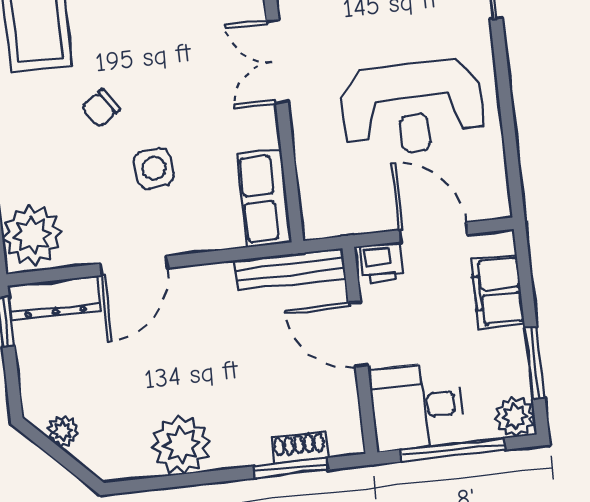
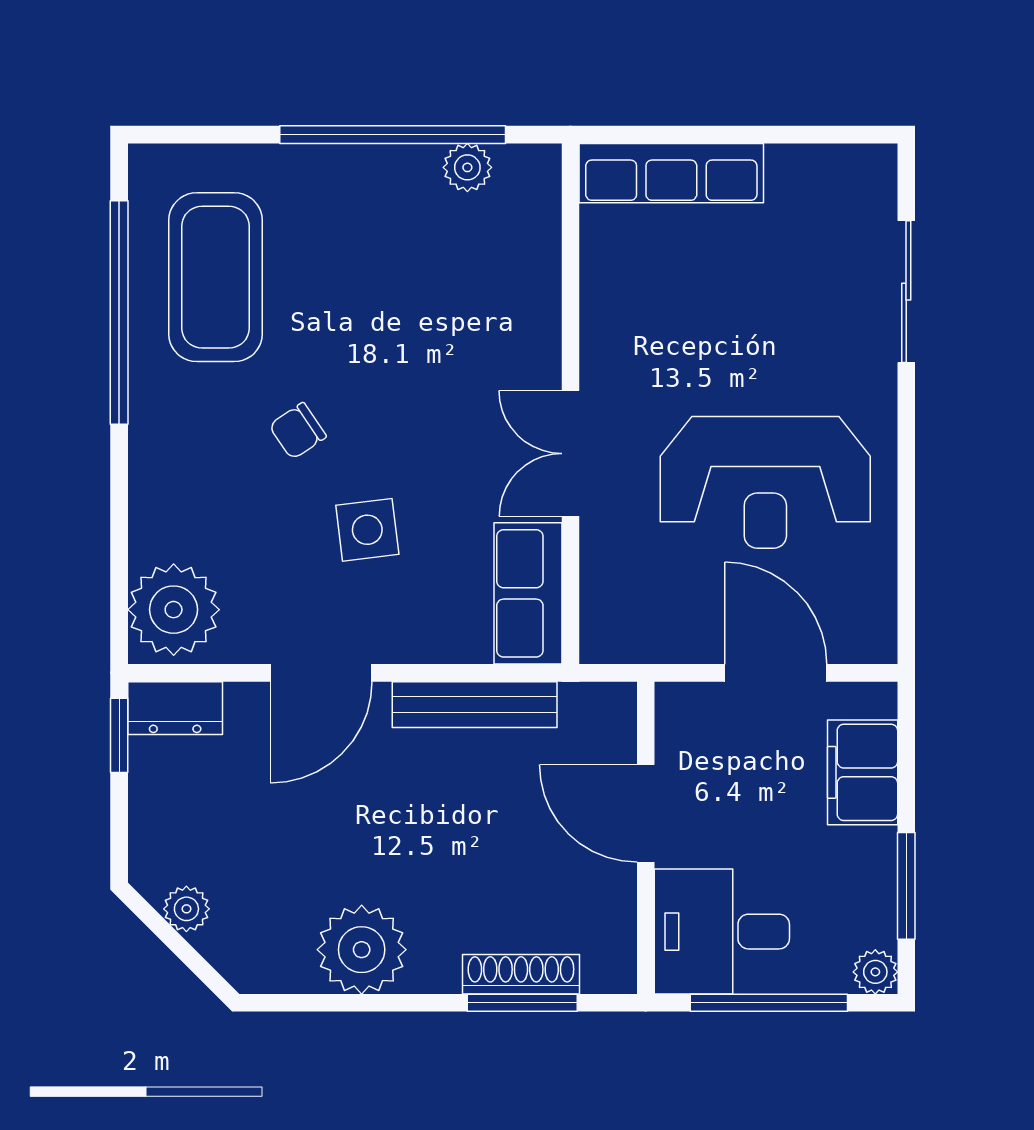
double door: (277, 61) -> (571, 454), moved
printer: (381, 263) -> (693, 710), removed
bench: (290, 269) -> (475, 705), moved
dresser: (54, 298) -> (175, 708), width x0.70
plant: (515, 417) -> (875, 972), width x0.73, depth x0.73
shoe rack: (299, 448) -> (521, 974), width x1.43

